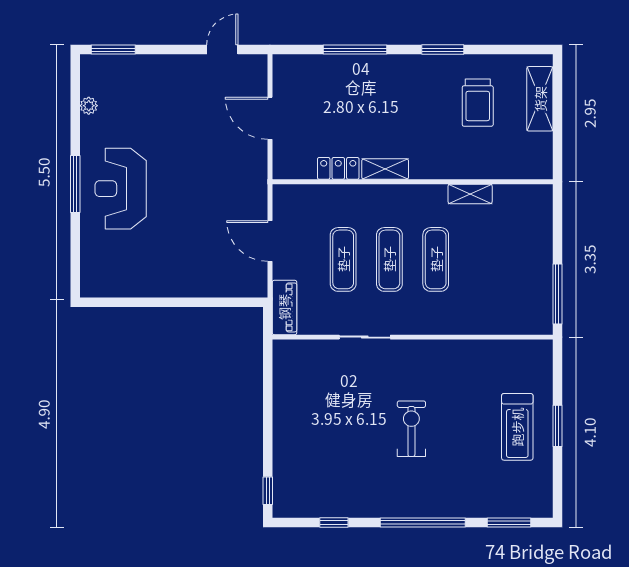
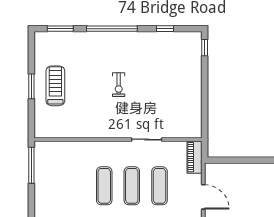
exercise bike: (411, 429) -> (119, 85), width x0.73, depth x0.72

